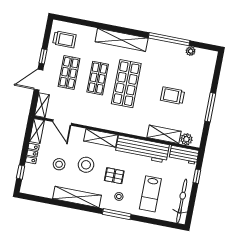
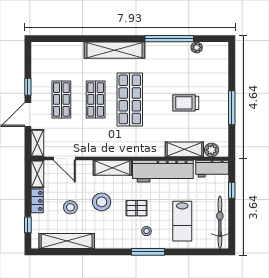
trolley: (64, 39) -> (49, 62), removed
shelving: (77, 197) -> (67, 241), moved

